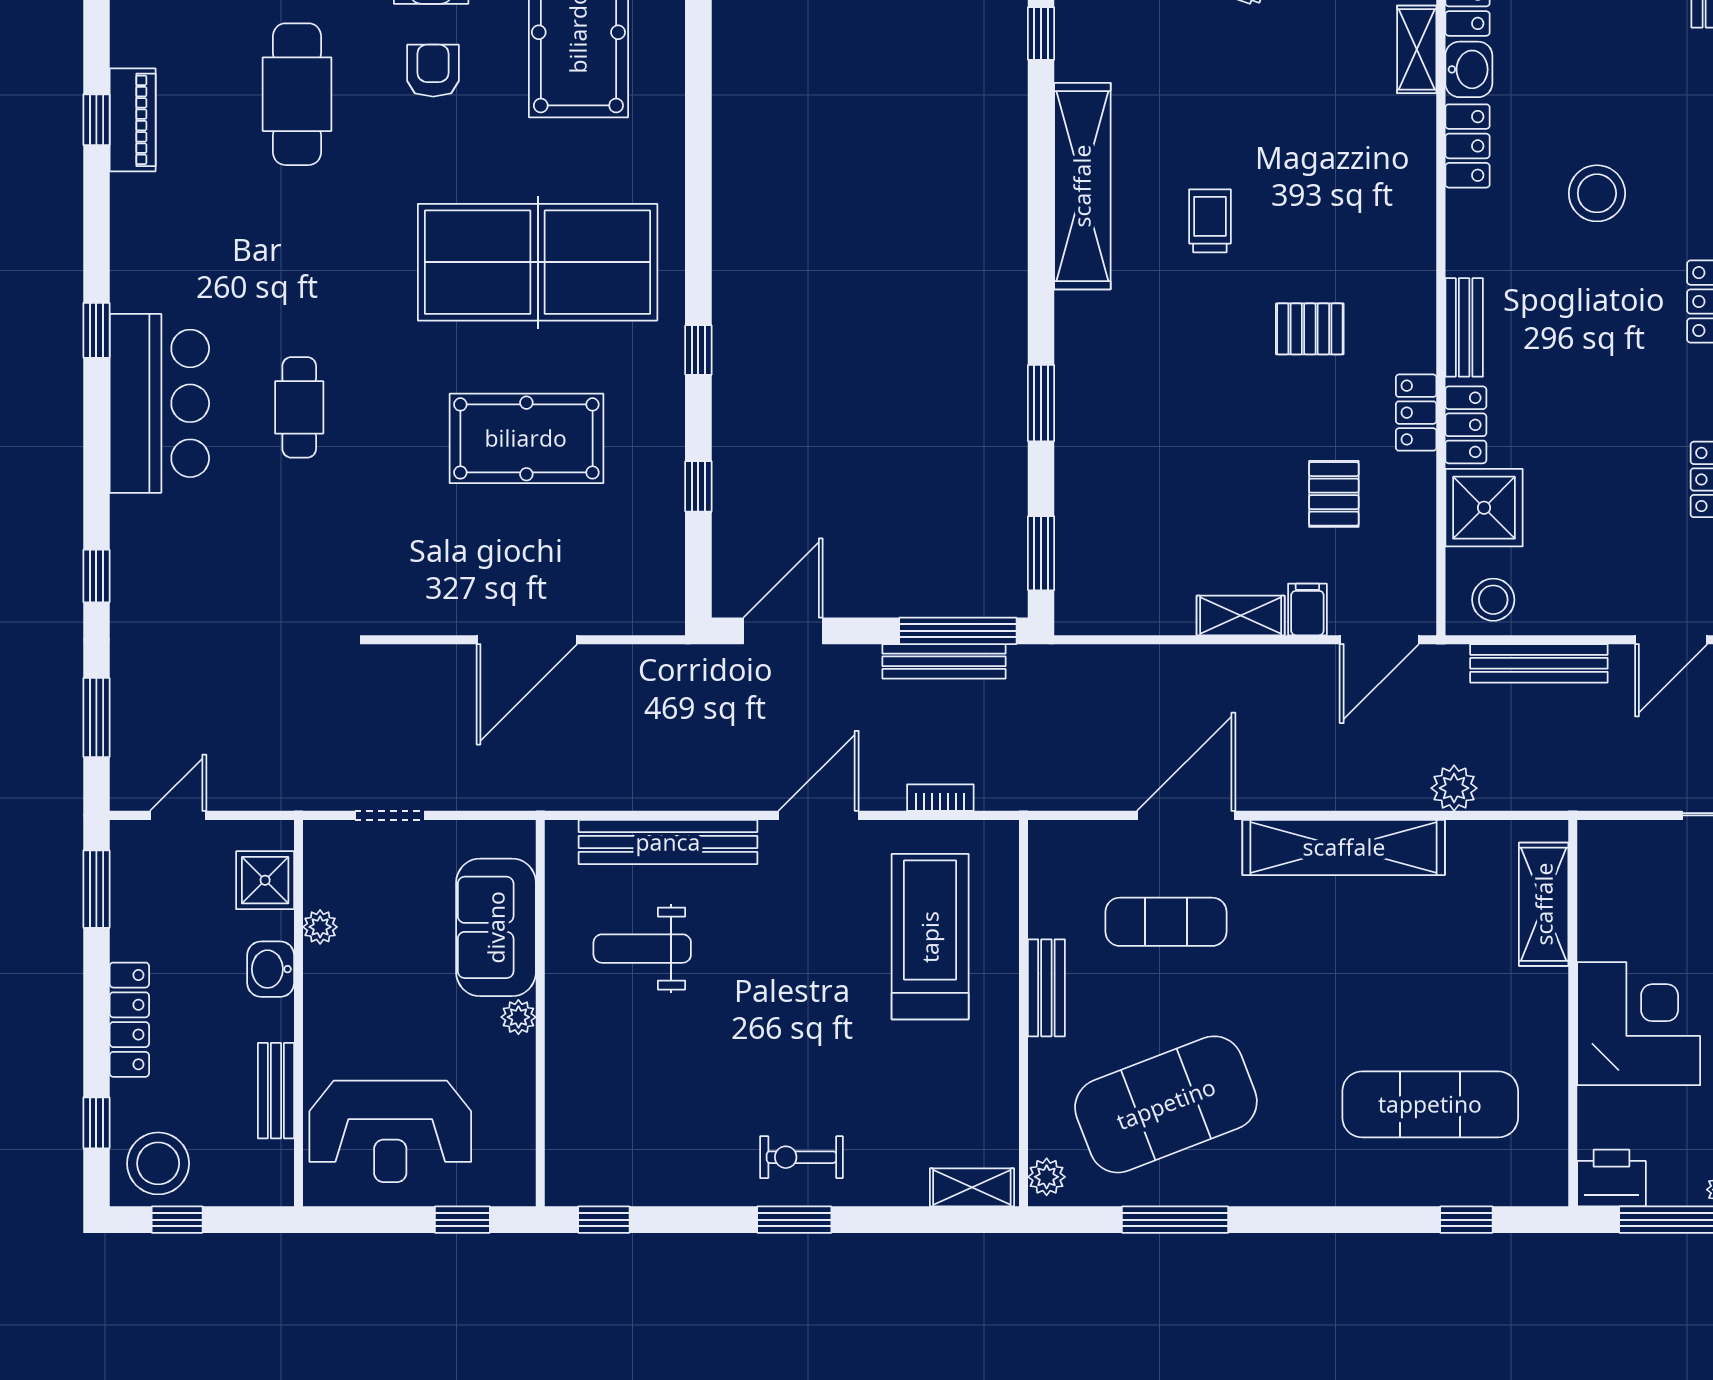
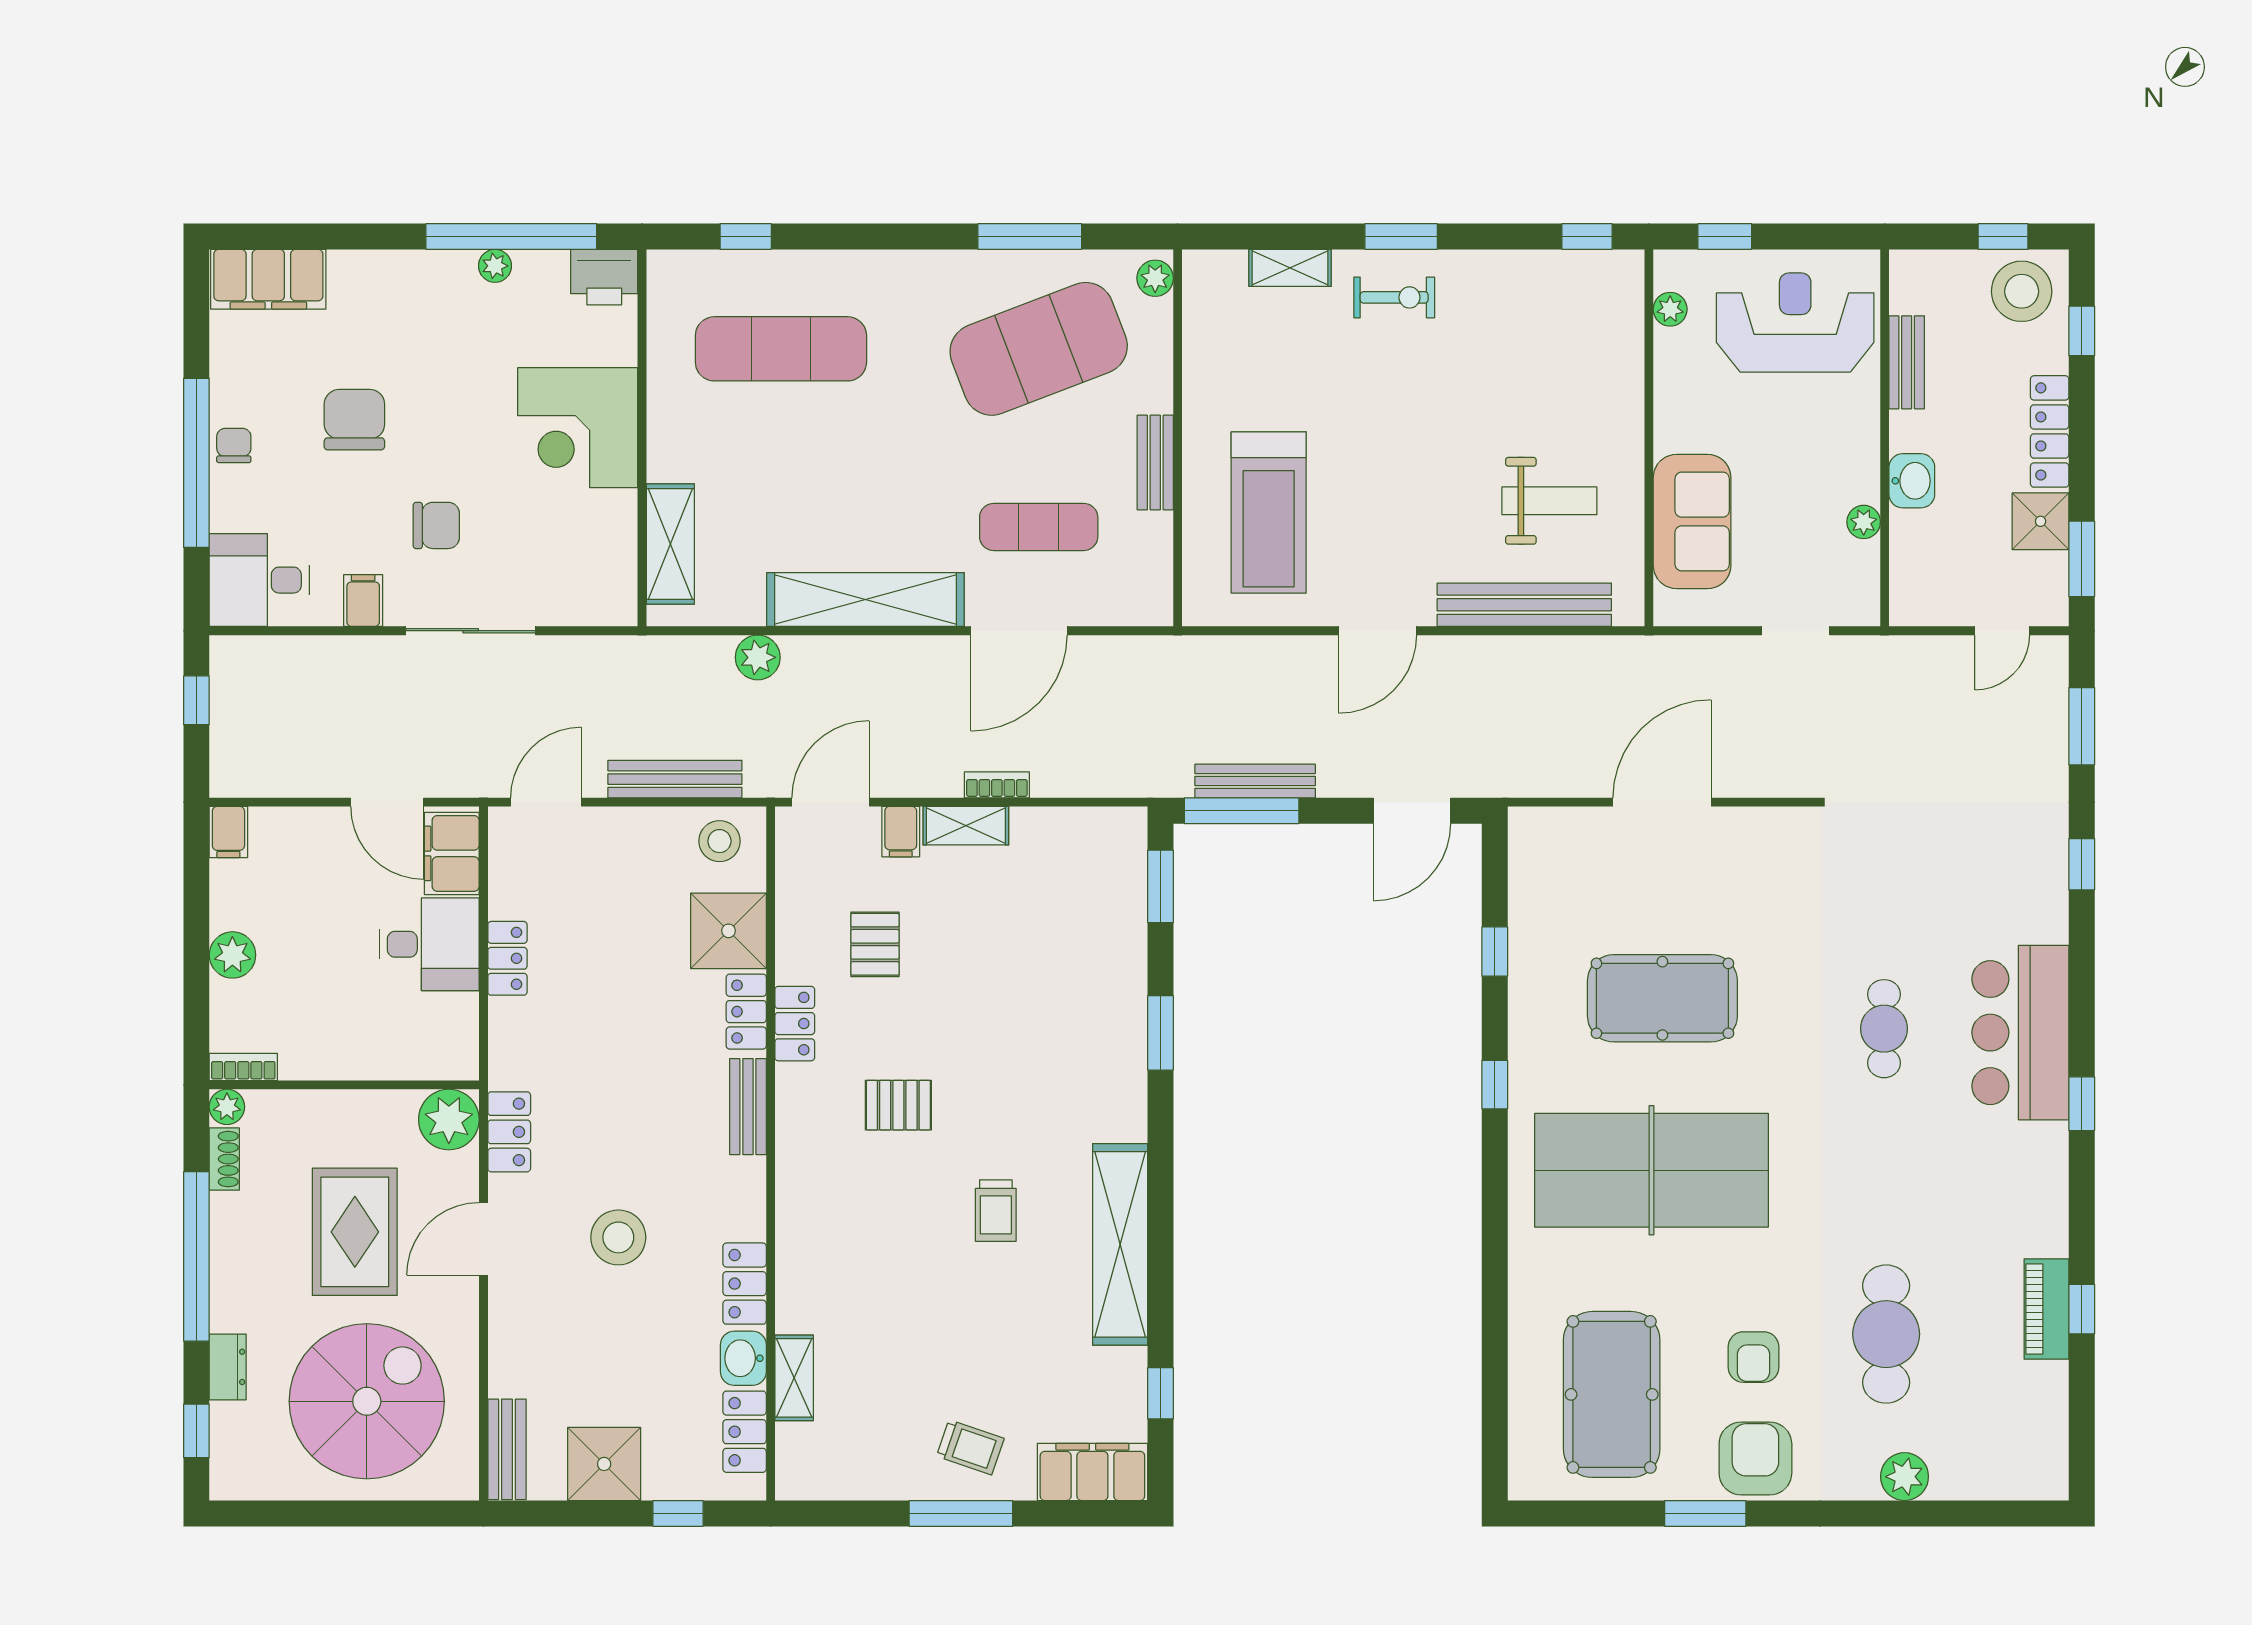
bookcase: (940, 798) -> (997, 785), moved, turned 180
shower: (265, 880) -> (2041, 521), moved
plant: (518, 1017) -> (1670, 309), moved
shelving: (972, 1187) -> (1290, 268), moved

